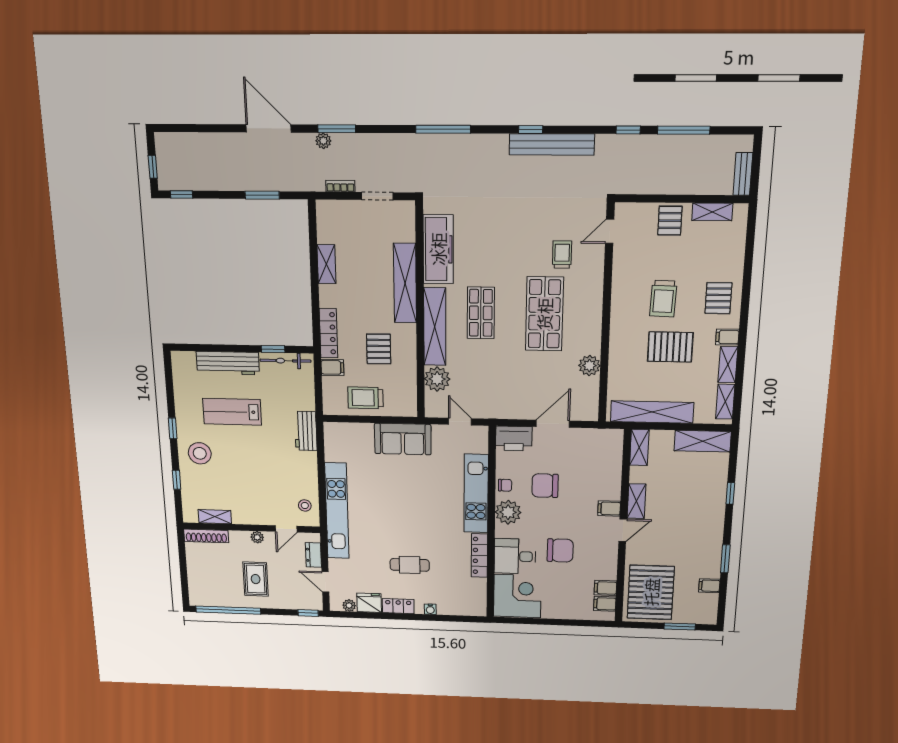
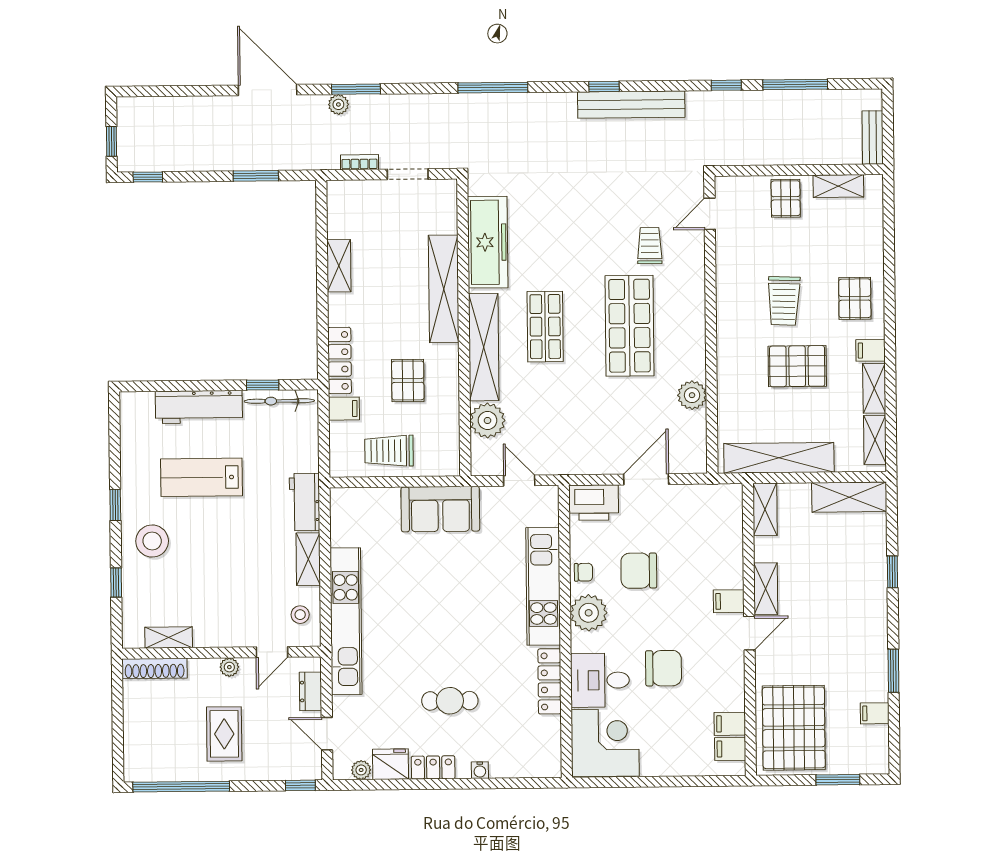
shelving: (309, 469) -> (308, 559), added

